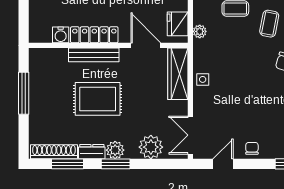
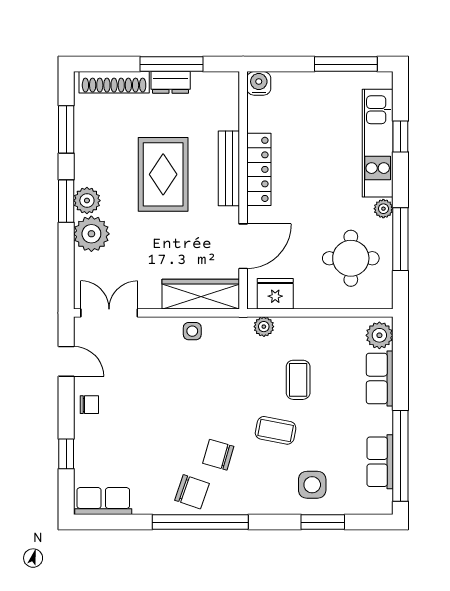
water cooler: (61, 35) -> (259, 83), moved, turned 90
plant: (151, 147) -> (91, 234), moved
shoe rack: (54, 152) -> (114, 82), moved, turned 90
dresser: (92, 152) -> (171, 82), moved, turned 90

